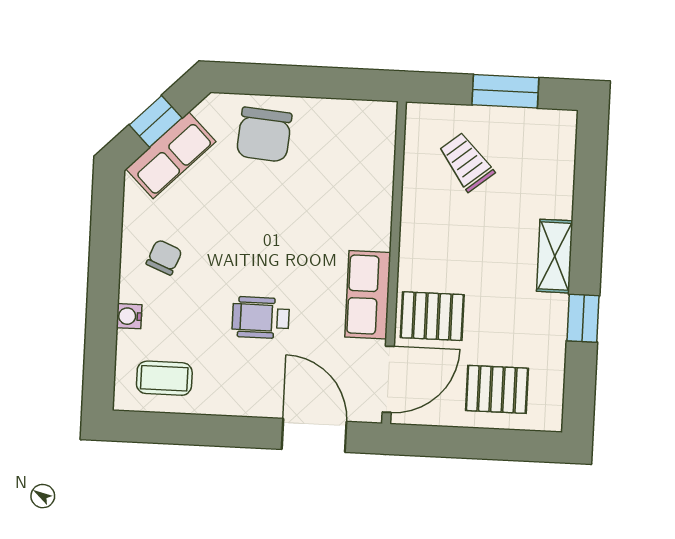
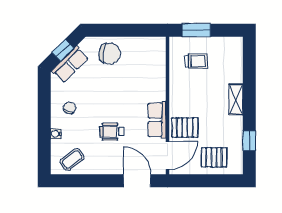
window: (505, 91) -> (196, 30), moved
chair: (264, 135) -> (110, 54), turned -86
trolley: (467, 162) -> (196, 61), turned 129
window: (583, 318) -> (249, 141), moved
coffee table: (164, 378) -> (72, 159), turned -37

